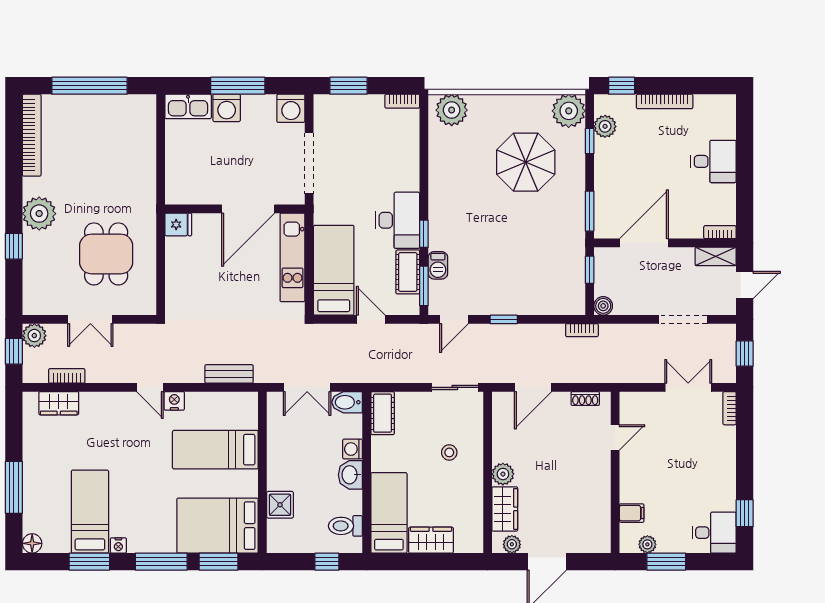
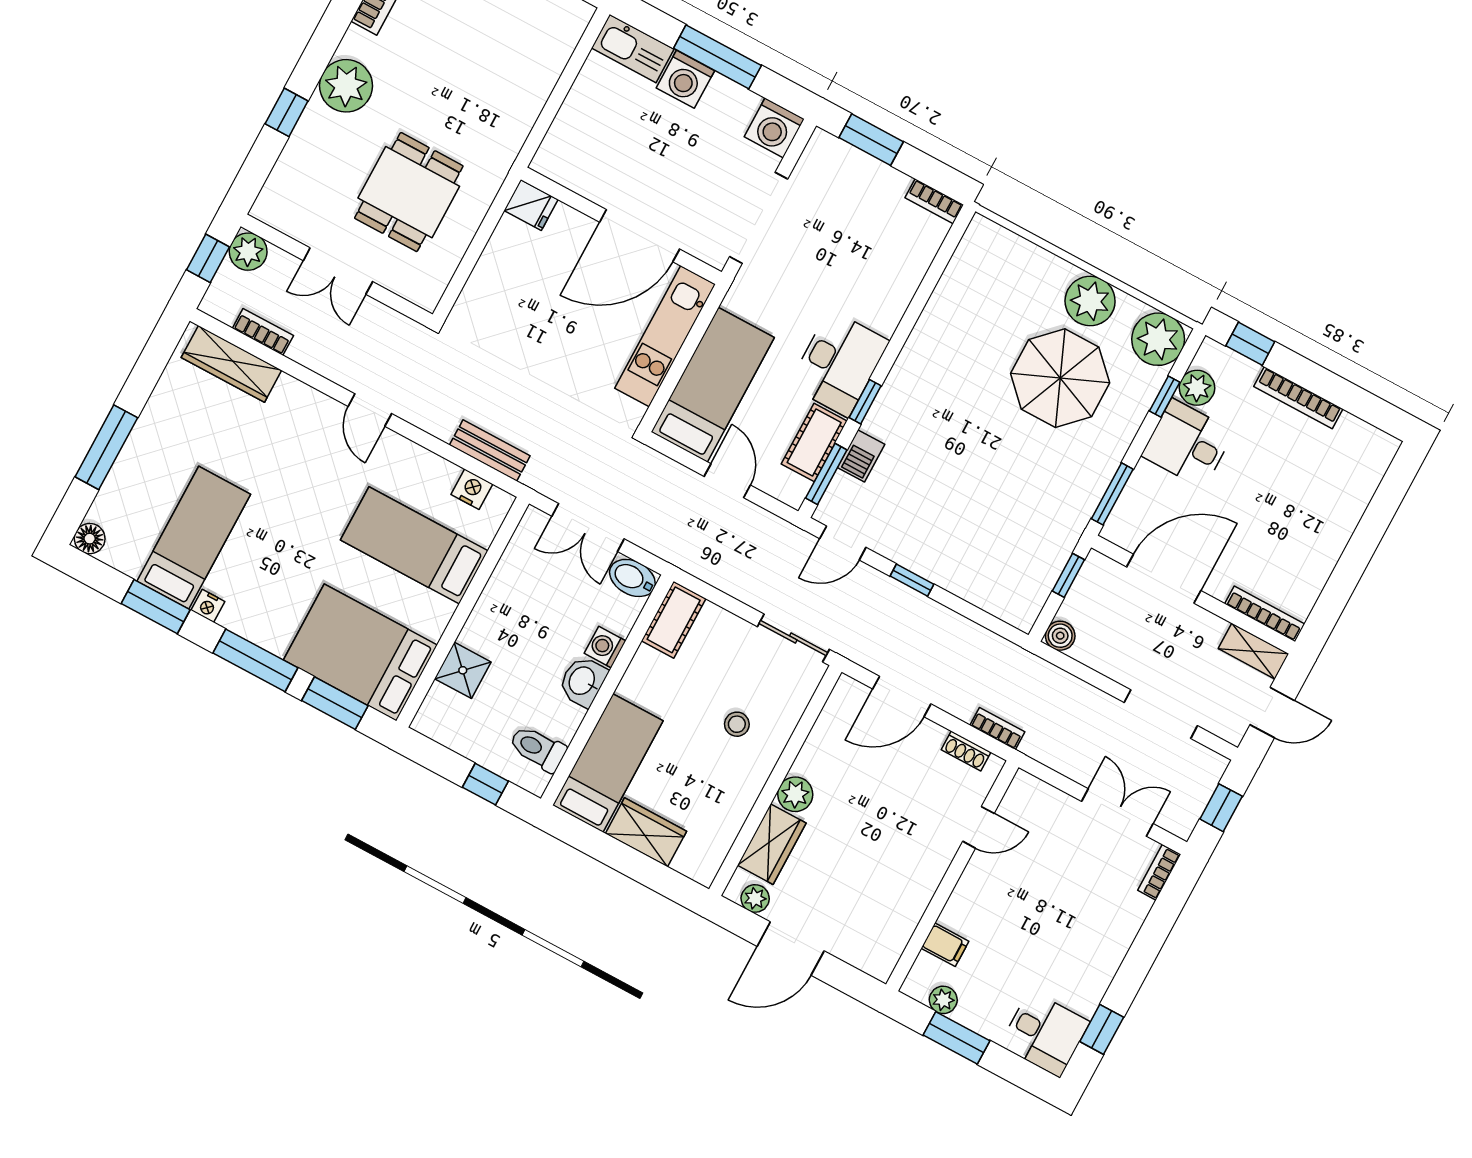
plant: (452, 110) -> (1090, 301), moved
desk: (713, 161) -> (1188, 444), moved, turned 180
bookcase: (720, 232) -> (1265, 614), width x1.56
bookcase: (582, 330) -> (997, 729), moved, turned 180
nightstand: (174, 401) -> (472, 489), moved
wardrobe: (59, 403) -> (231, 364), width x1.50

